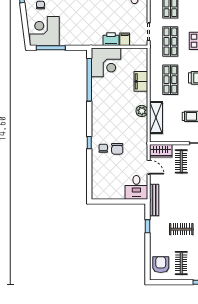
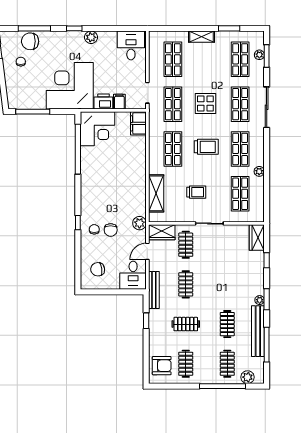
corner desk: (45, 31) -> (70, 86), moved, width x1.36, depth x1.36
filing cabinet: (141, 81) -> (138, 123), moved
plant: (142, 111) -> (139, 223), moved
door: (149, 167) -> (147, 251), swing flipped
chair: (106, 182) -> (98, 269), added
clothes rail: (181, 195) -> (186, 284), added
armchair: (161, 265) -> (162, 366), turned 90

